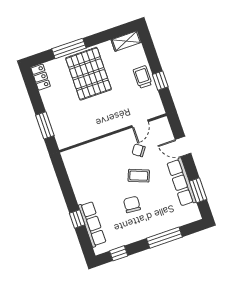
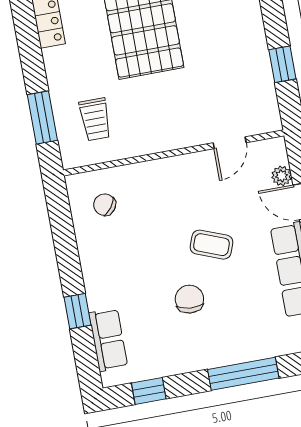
trolley: (143, 77) -> (95, 119), moved, turned 180
plant: (168, 136) -> (282, 176), added
chair: (139, 150) -> (105, 205), moved
row of seats: (92, 224) -> (108, 340), width x0.68

